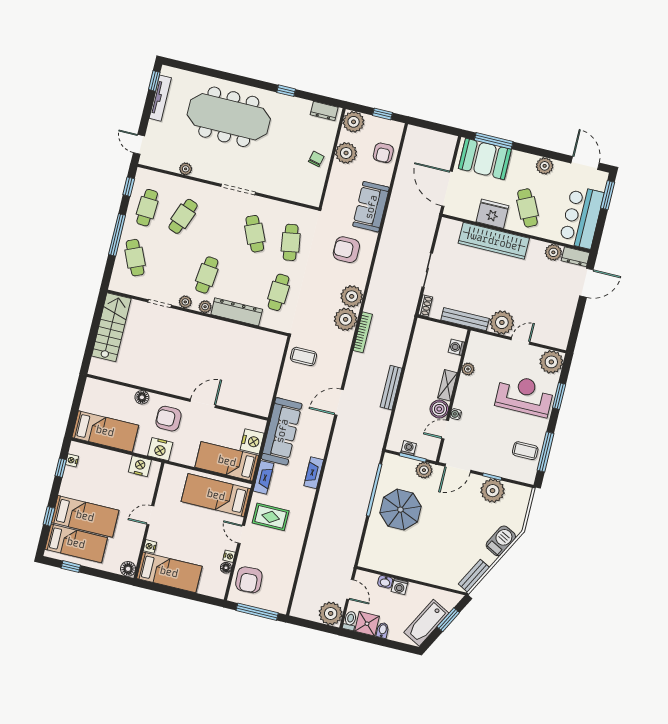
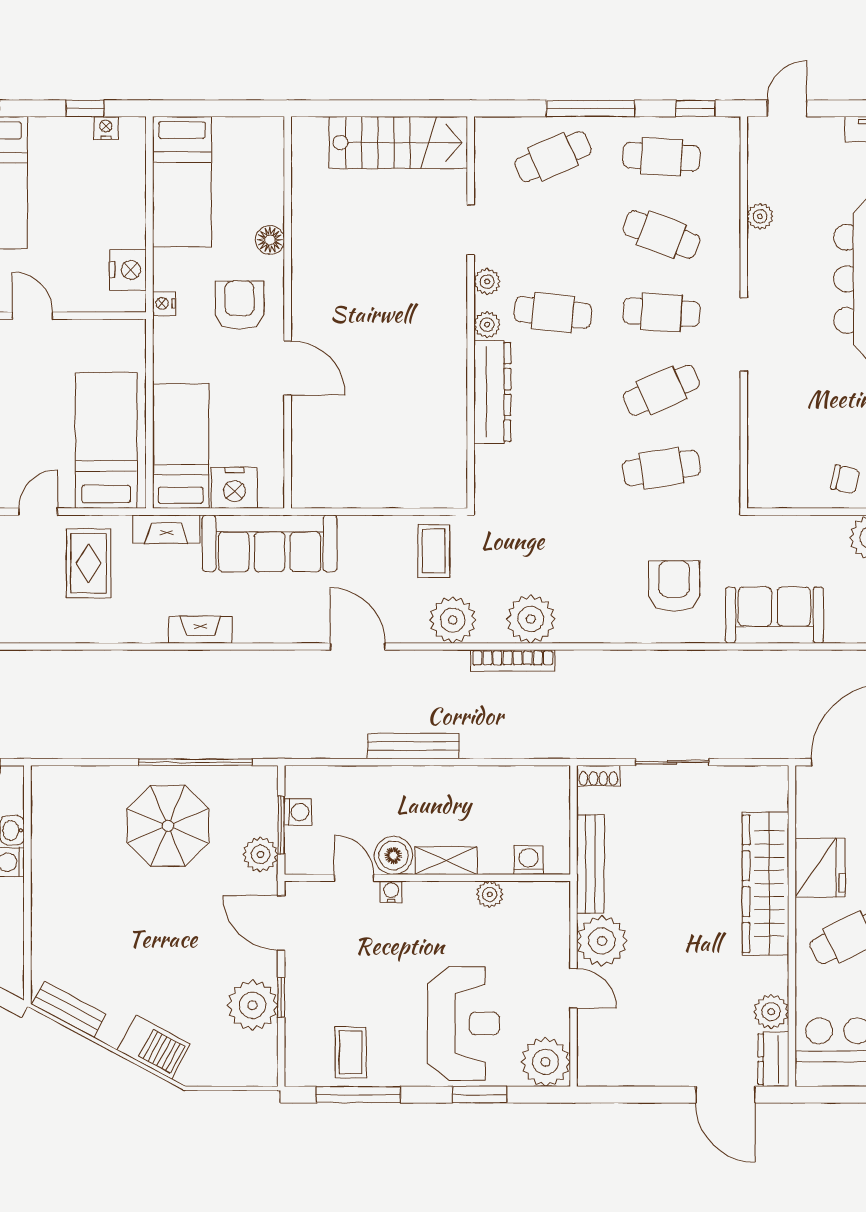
cafe table: (279, 292) -> (661, 312), moved
plant: (352, 296) -> (453, 620), moved
nightstand: (160, 449) -> (164, 303), width x0.53, depth x0.56

